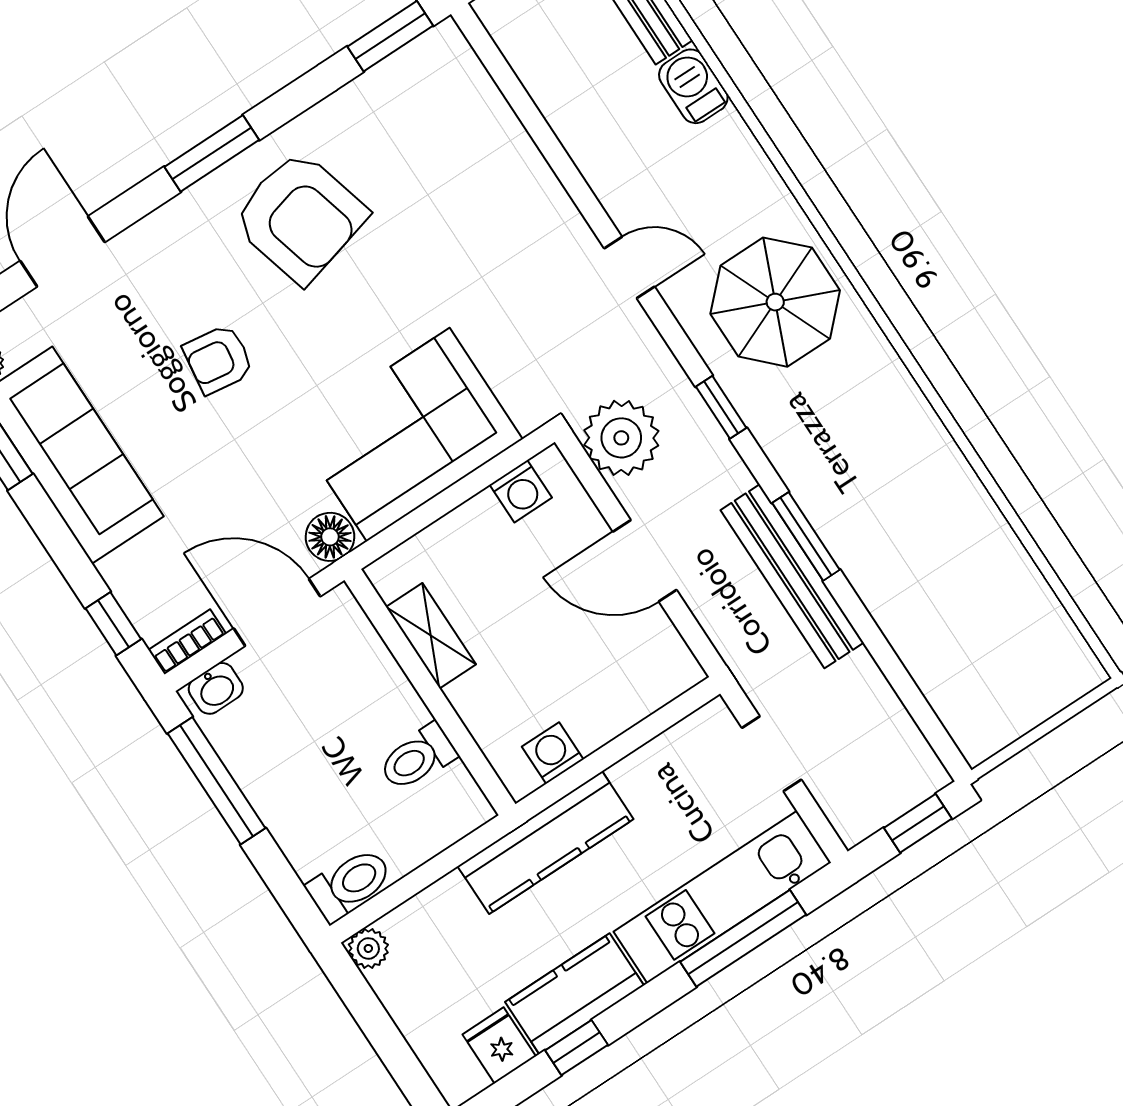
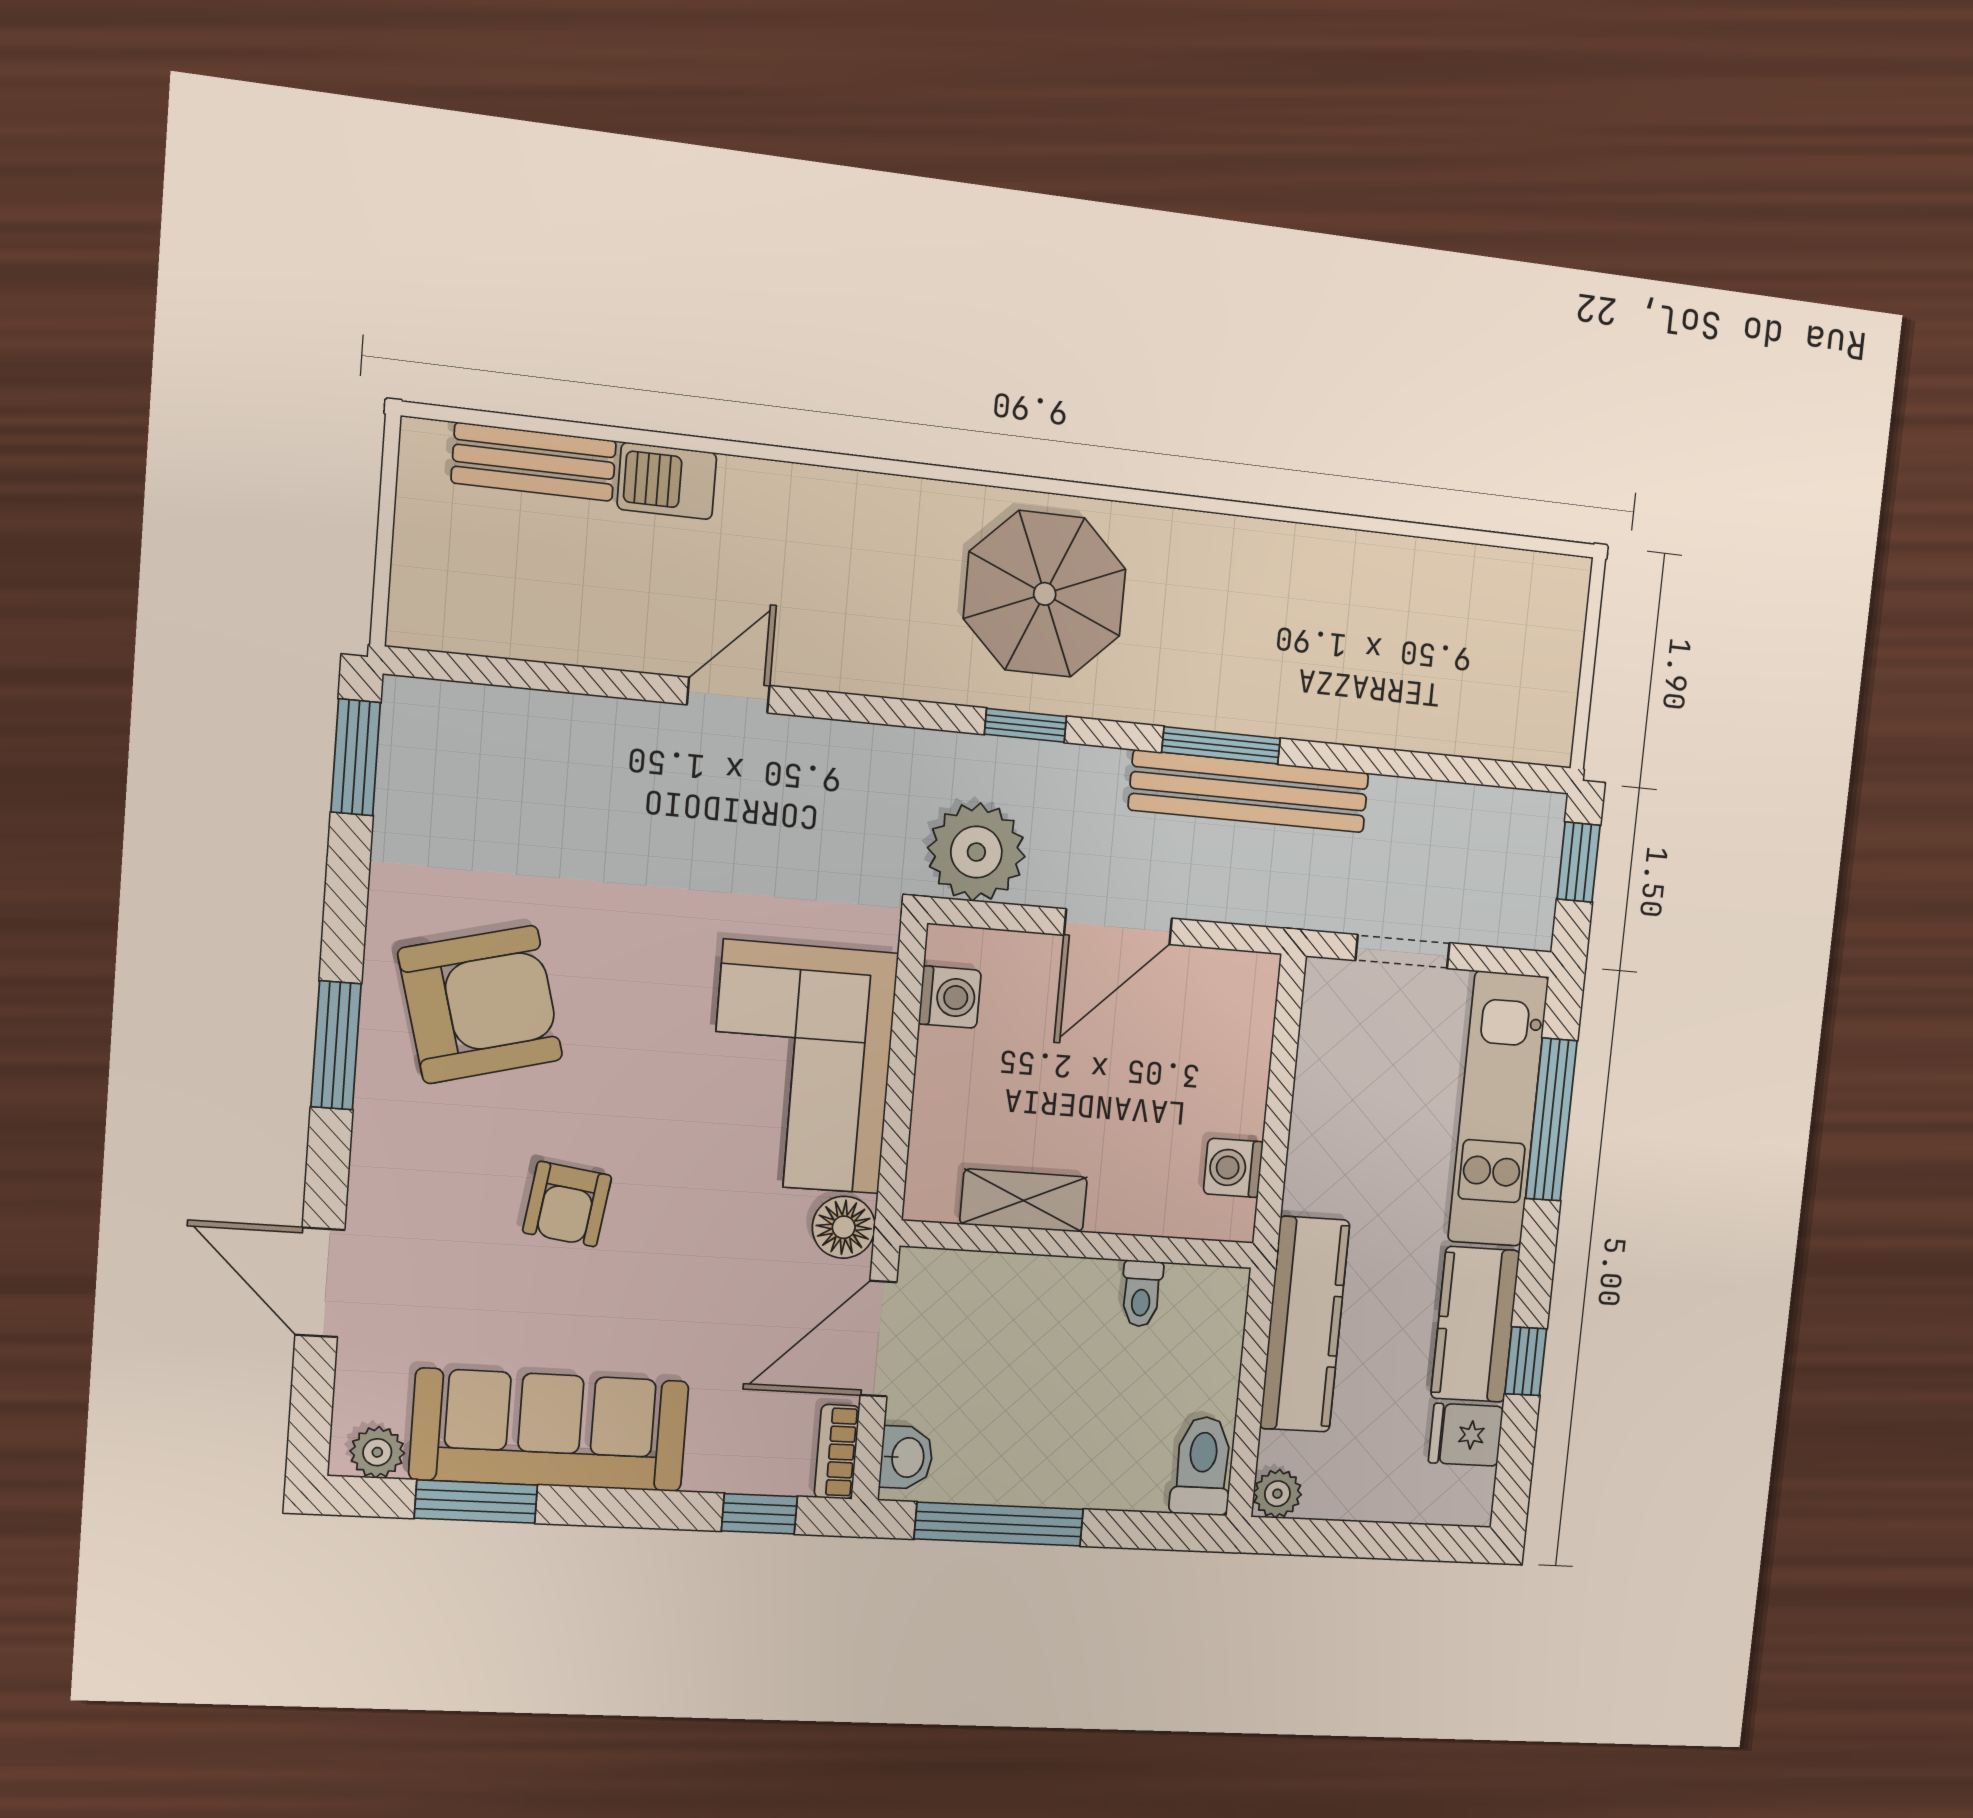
door: (629, 268) -> (728, 695), moved
parasol: (775, 302) -> (1045, 594), moved
toilet: (418, 758) -> (1141, 1294), width x0.73, depth x0.72
kitchen counter: (546, 843) -> (1305, 1324), moved

